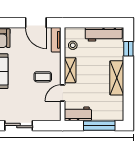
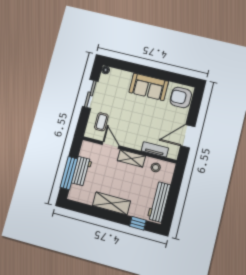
tv unit: (56, 40) -> (155, 149), moved
coffee table: (43, 77) -> (101, 122), moved
workbench: (78, 114) -> (82, 171), moved

